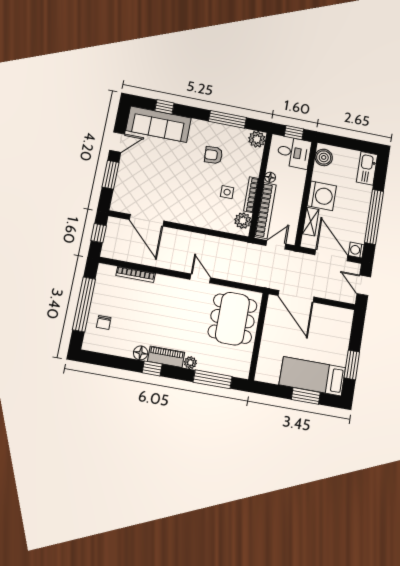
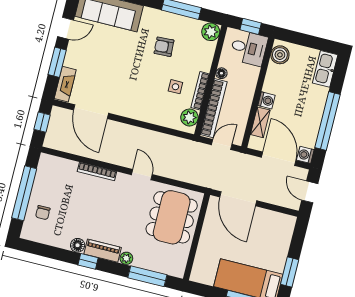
fireplace: (120, 195) -> (65, 84), added
washing machine: (322, 196) -> (266, 100), width x0.53, depth x0.53
bookcase: (136, 274) -> (97, 171), moved

